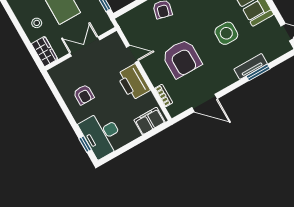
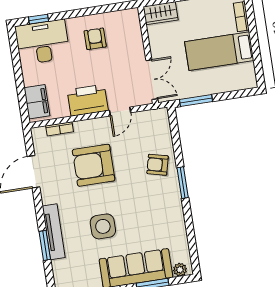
stool: (37, 23) -> (196, 17), removed
double door: (85, 46) -> (152, 80), moved
tv unit: (251, 66) -> (54, 232), width x1.41
armchair: (84, 95) -> (95, 39), turned 90

